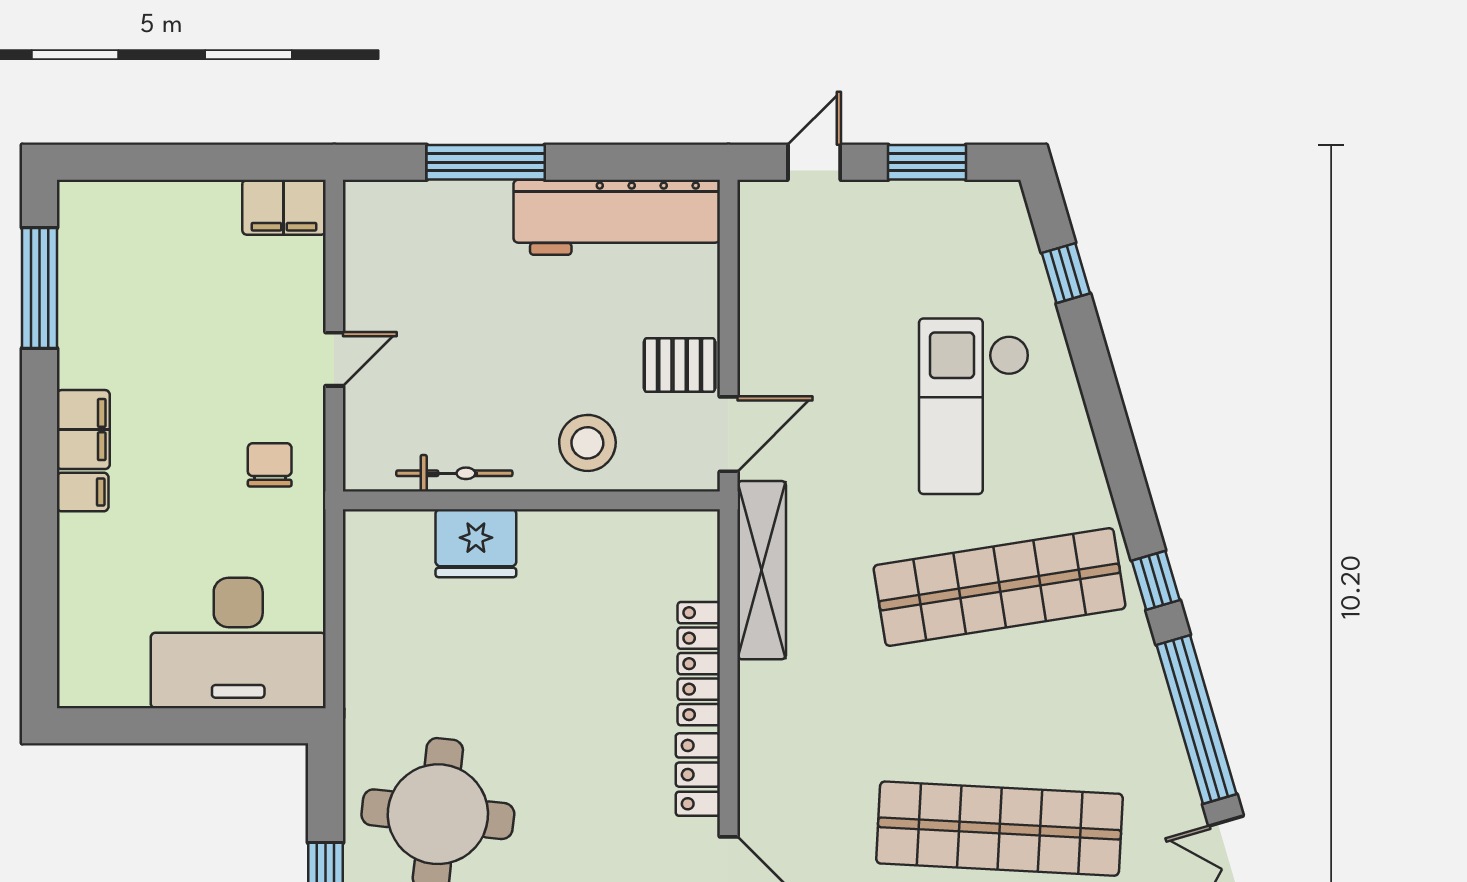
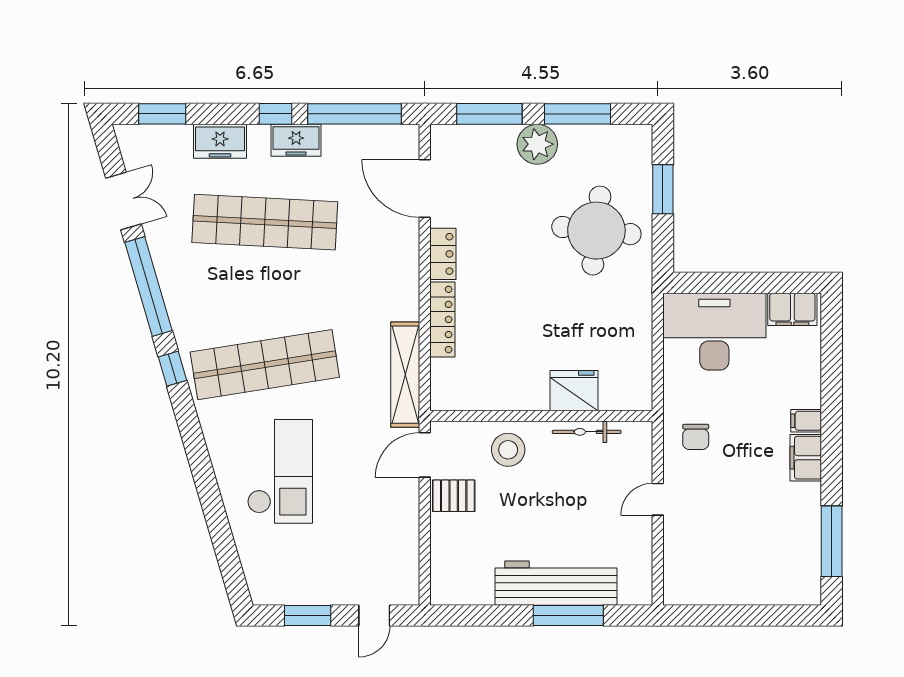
filing cabinet: (284, 207) -> (792, 309), moved, turned 180
workbench: (617, 217) -> (556, 583), moved
window: (1066, 273) -> (226, 550), removed

